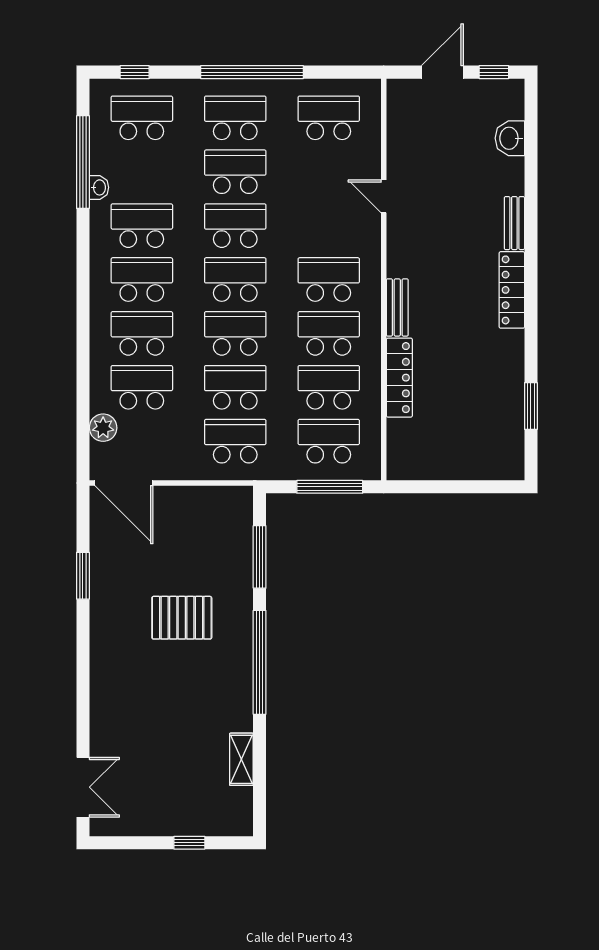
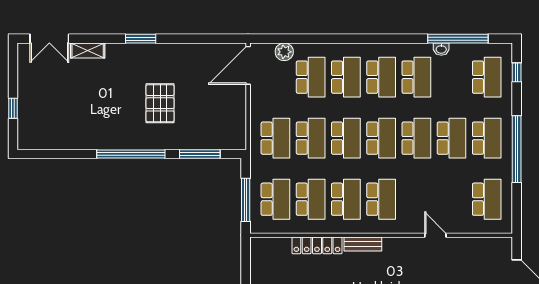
door: (384, 196) -> (435, 235), hinge flipped
window: (83, 576) -> (141, 39), moved
shelving: (241, 759) -> (88, 50), moved

